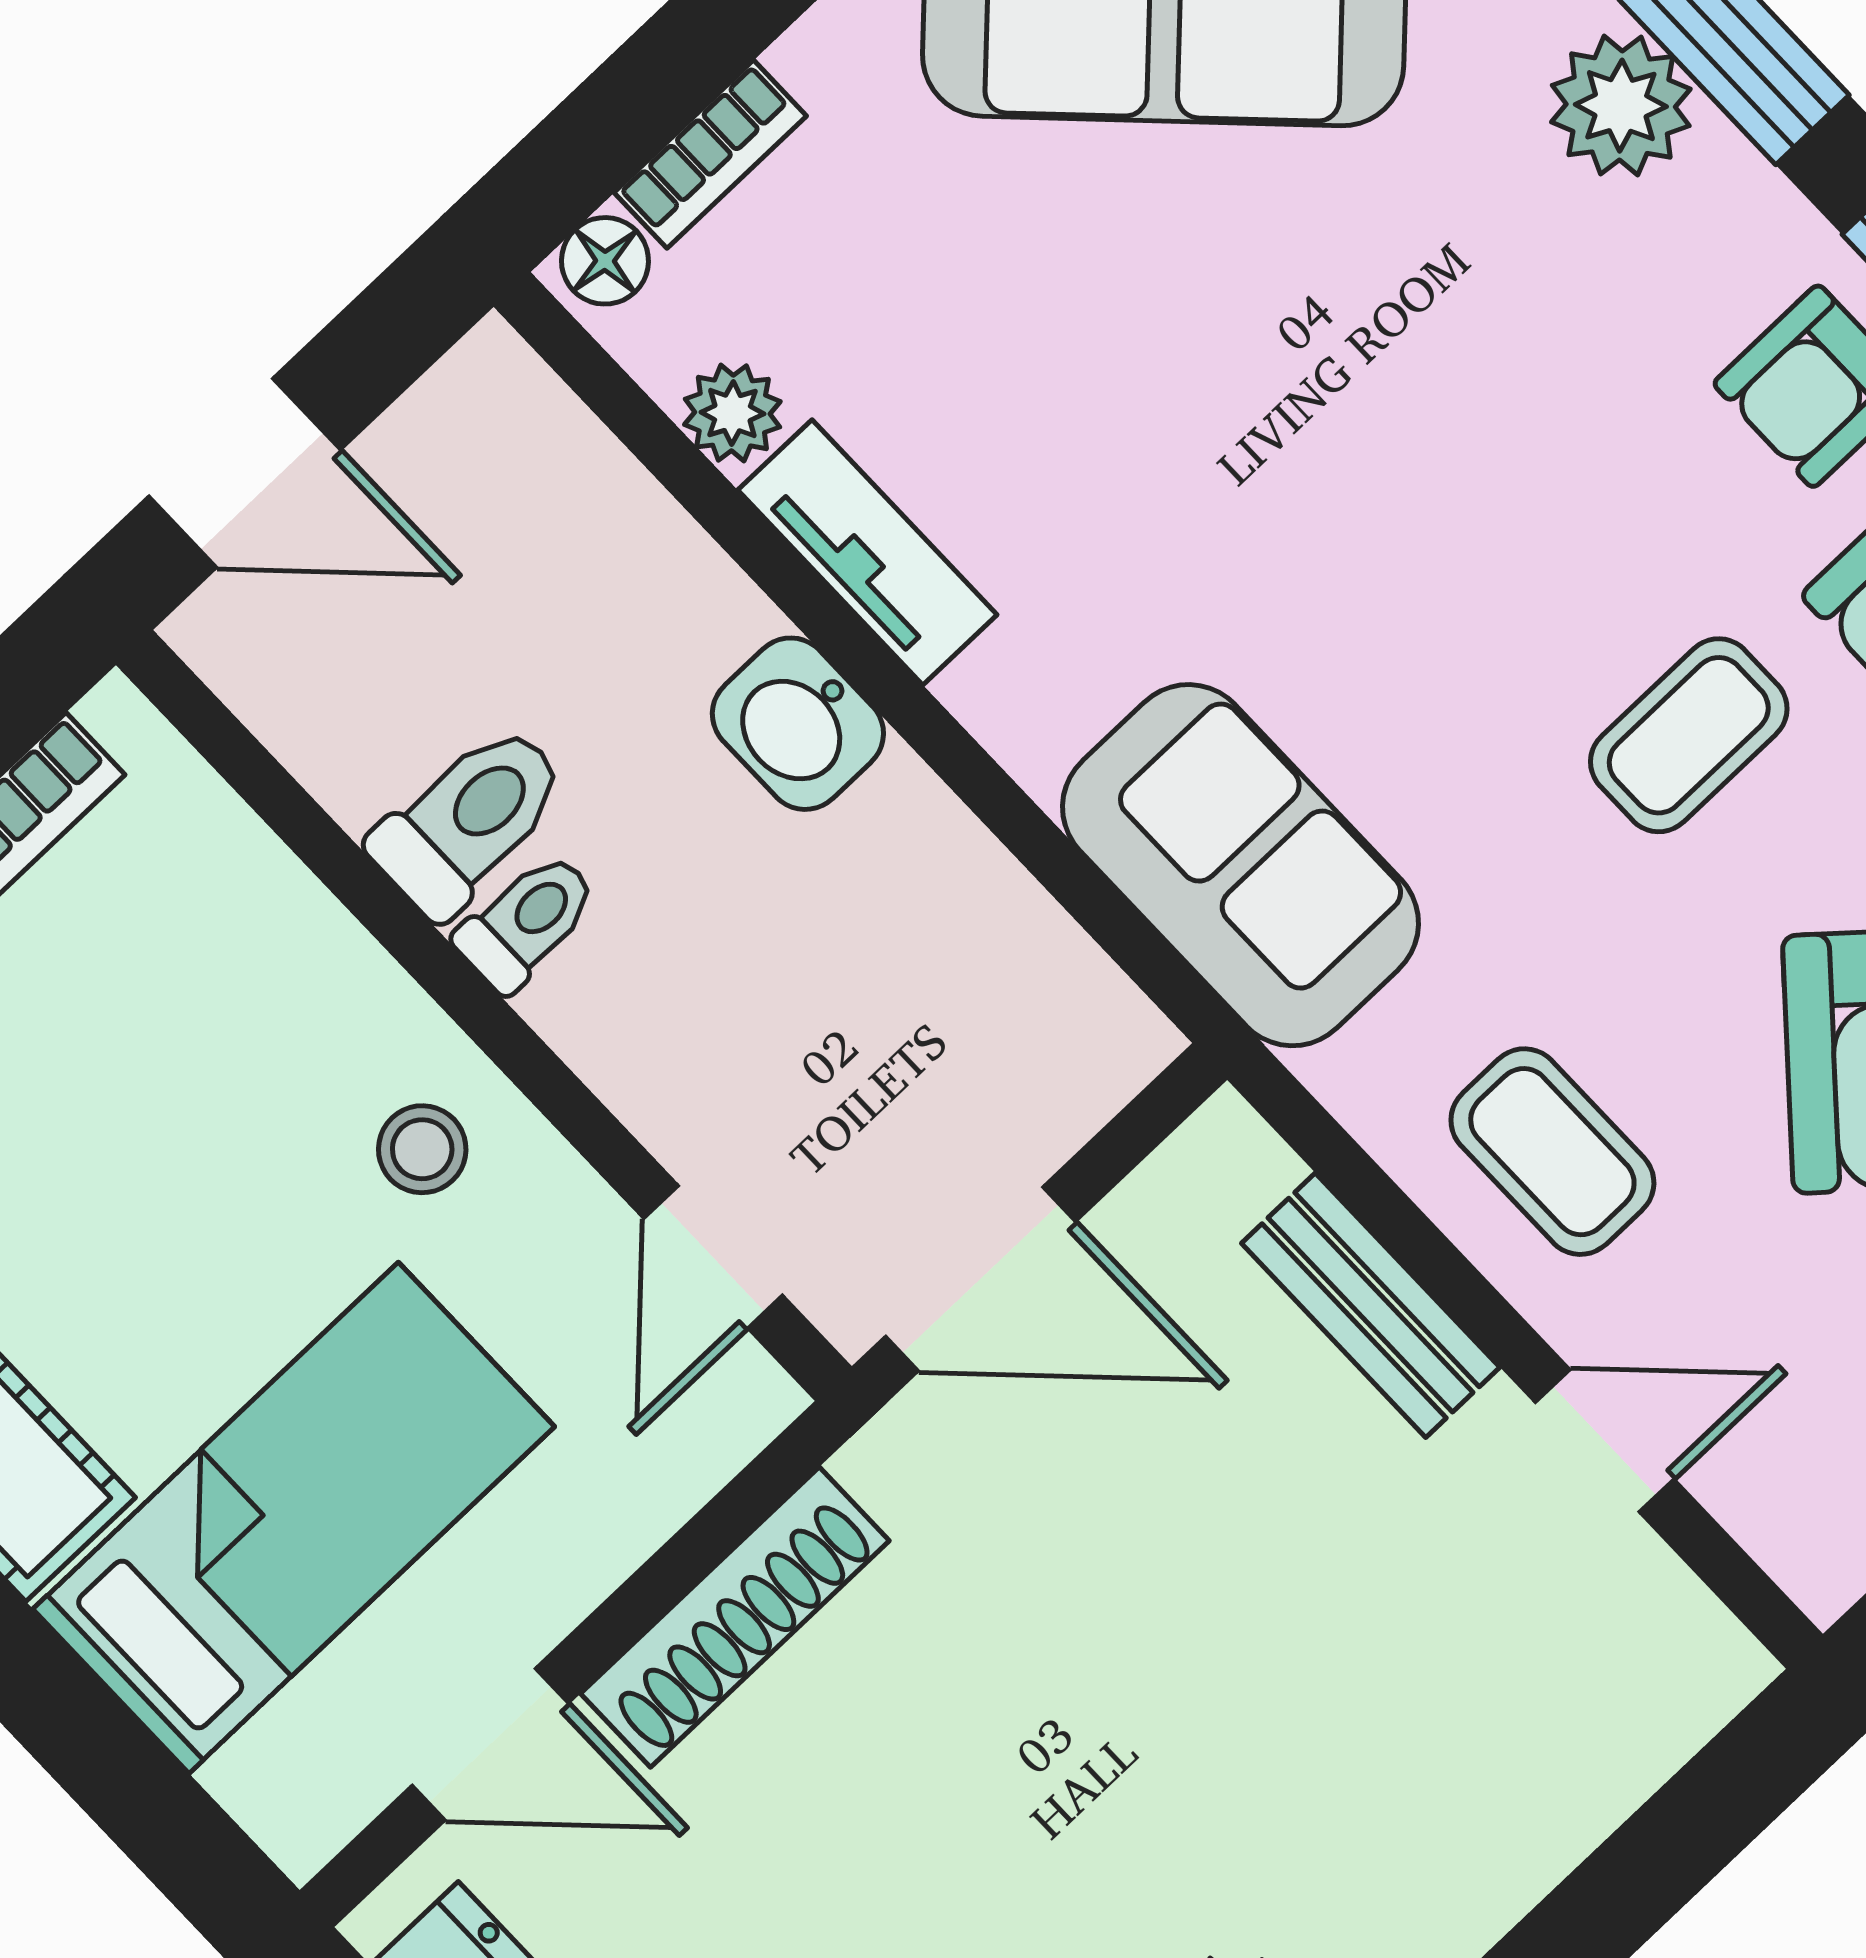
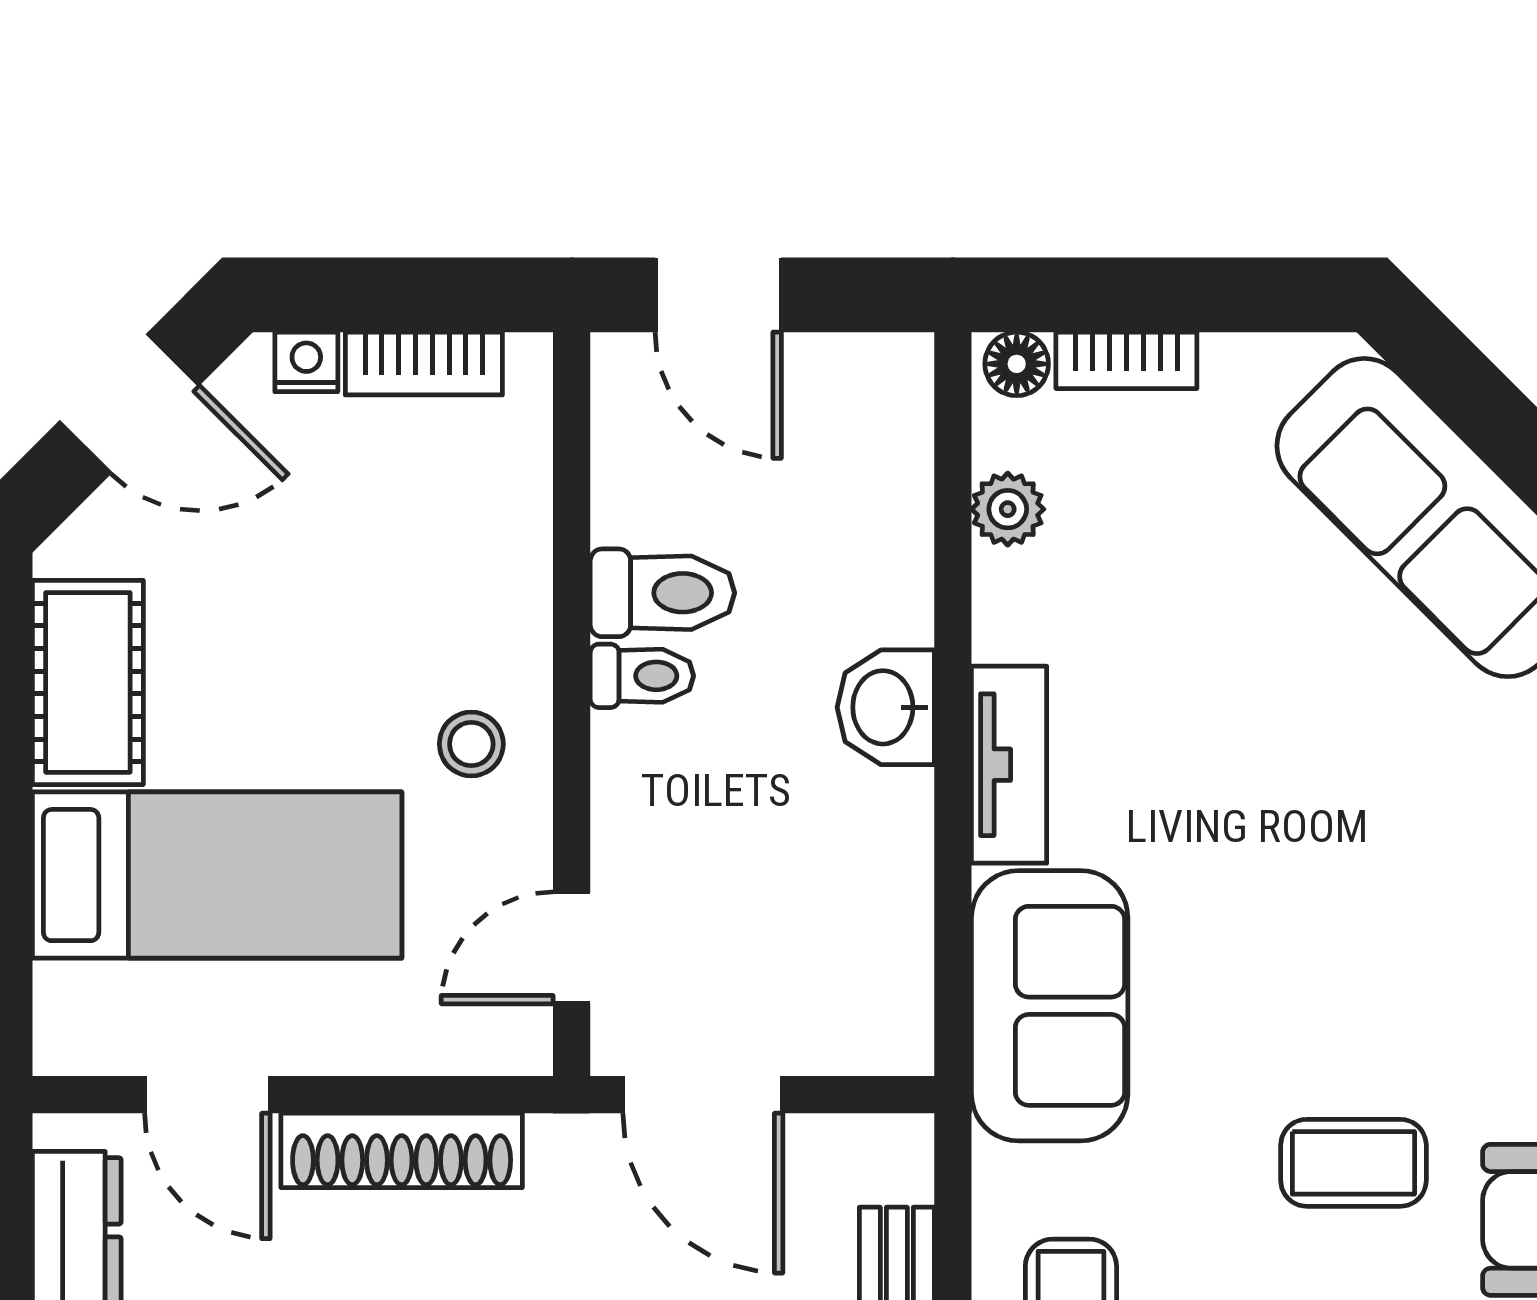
tv unit: (867, 552) -> (1009, 765), moved

